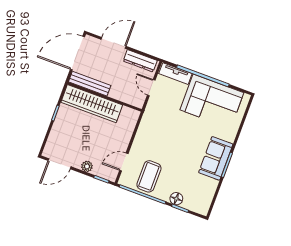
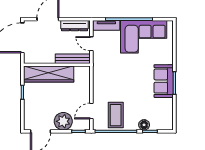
bench: (90, 84) -> (73, 59), moved
plant: (87, 166) -> (63, 121), width x1.88, depth x1.88

